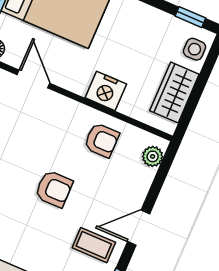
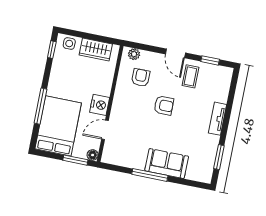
nightstand: (106, 91) -> (100, 105), moved
armchair: (102, 140) -> (141, 78), moved
armchair: (54, 189) -> (164, 105), turned 90

